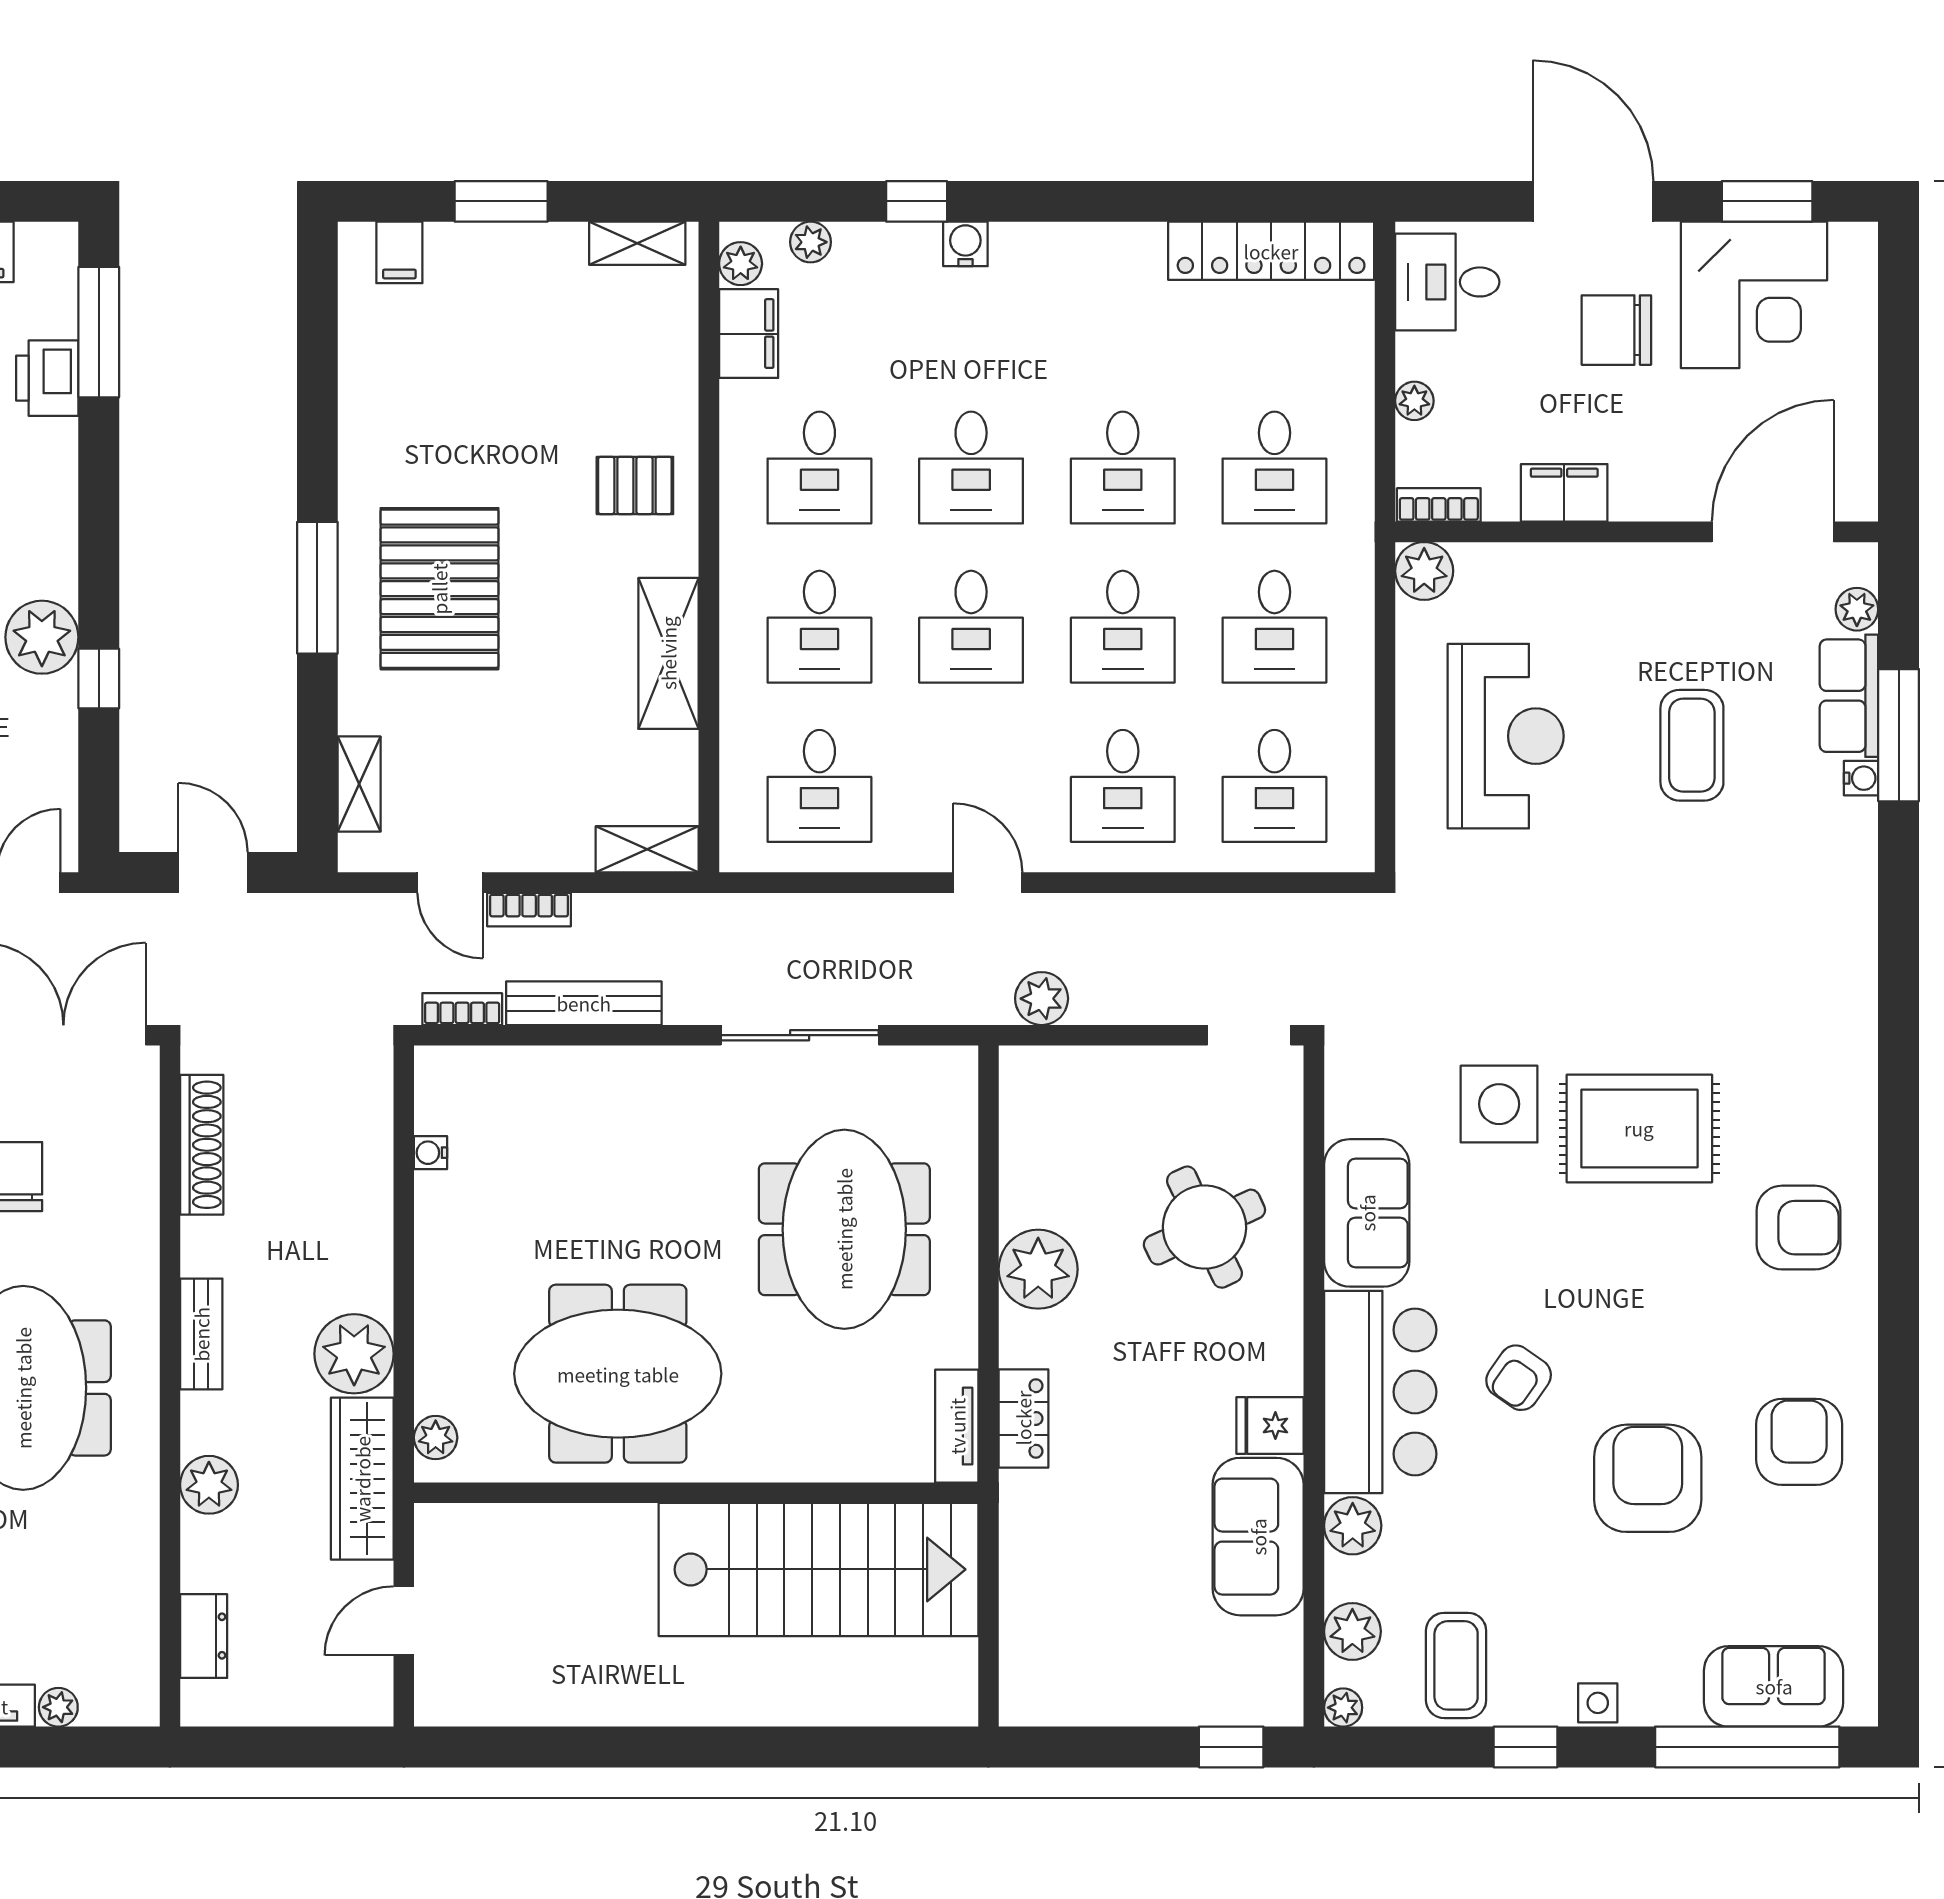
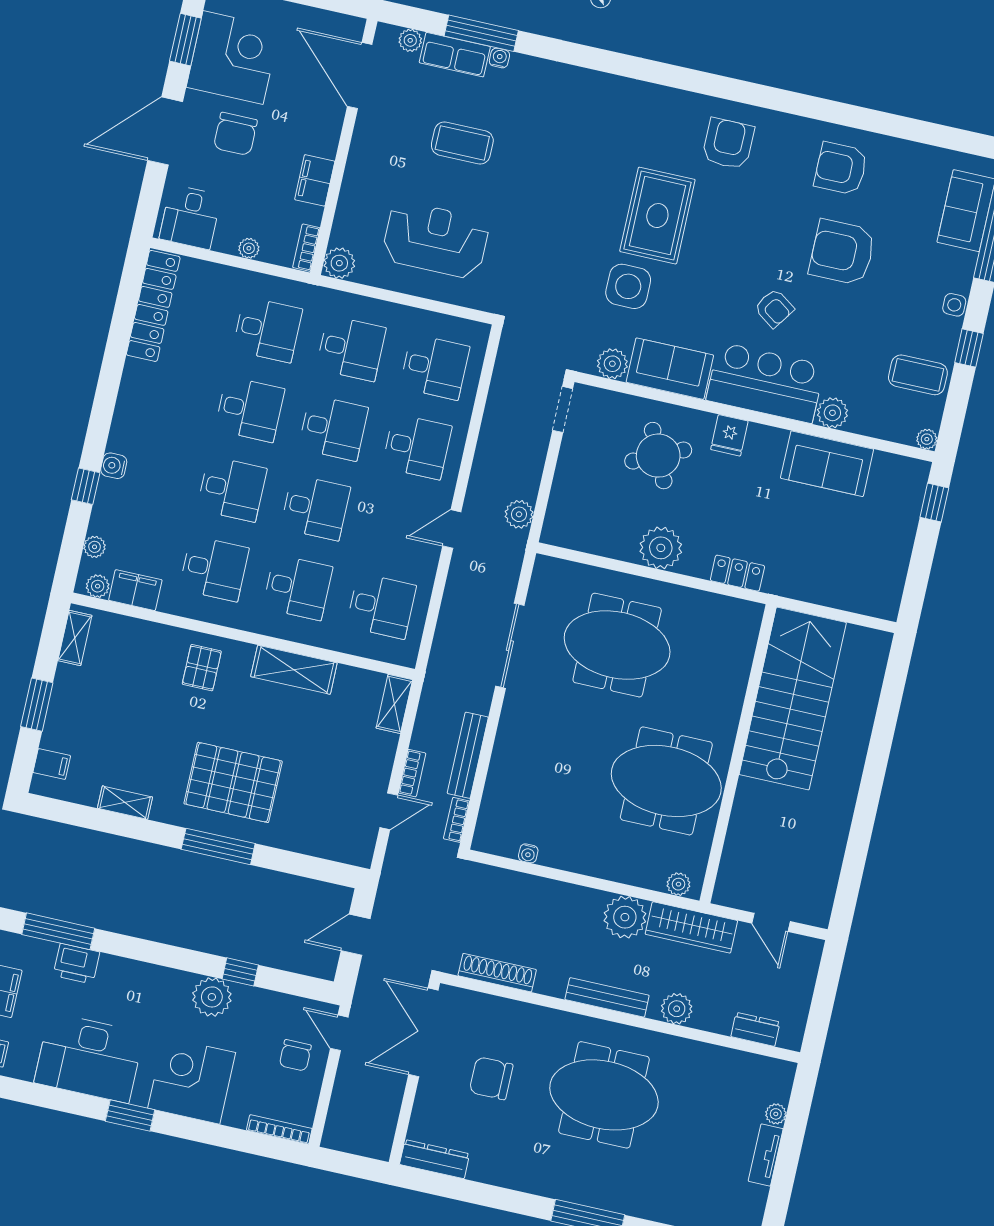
shelving: (359, 784) -> (125, 803), moved
bench: (201, 1334) -> (607, 997), width x1.36
meeting table: (618, 1374) -> (666, 781), turned 90
fridge: (1270, 1425) -> (729, 435), moved
tv unit: (957, 1426) -> (734, 609), removed
plant: (1352, 1631) -> (612, 364), moved

